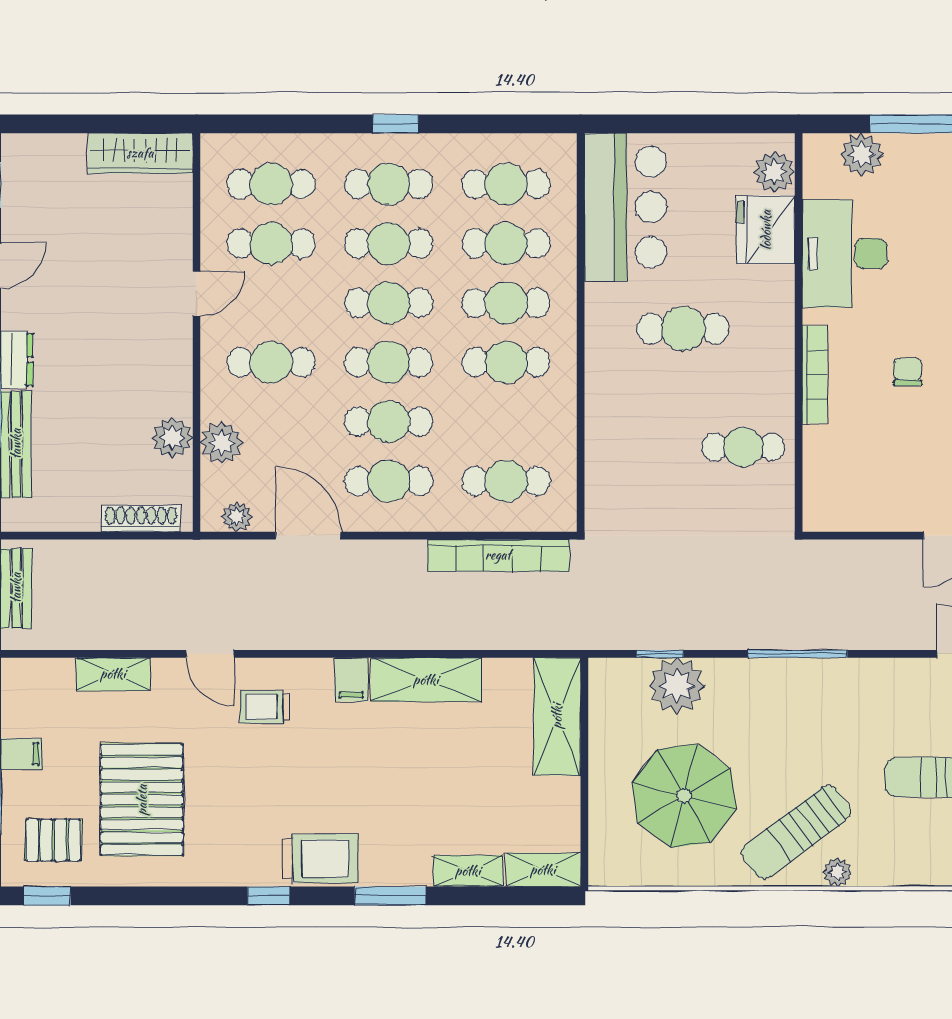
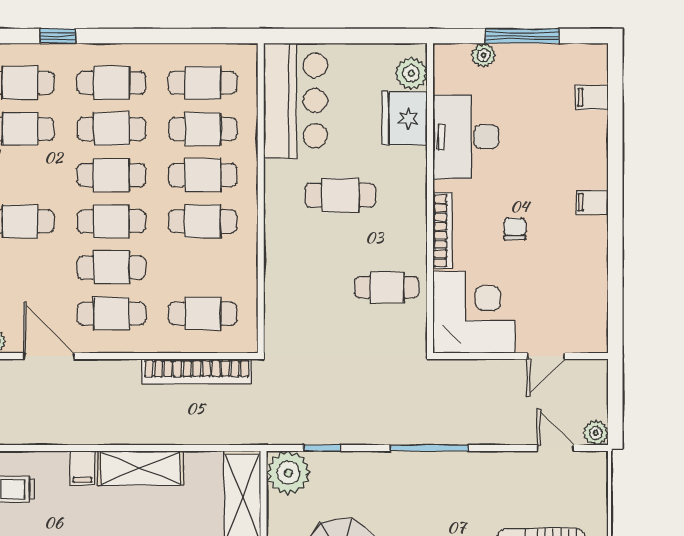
window: (396, 124) -> (58, 36), moved
plant: (862, 154) -> (484, 55), width x0.73, depth x0.73
corner desk: (855, 479) -> (474, 312), added
plant: (677, 686) -> (288, 473), moved

